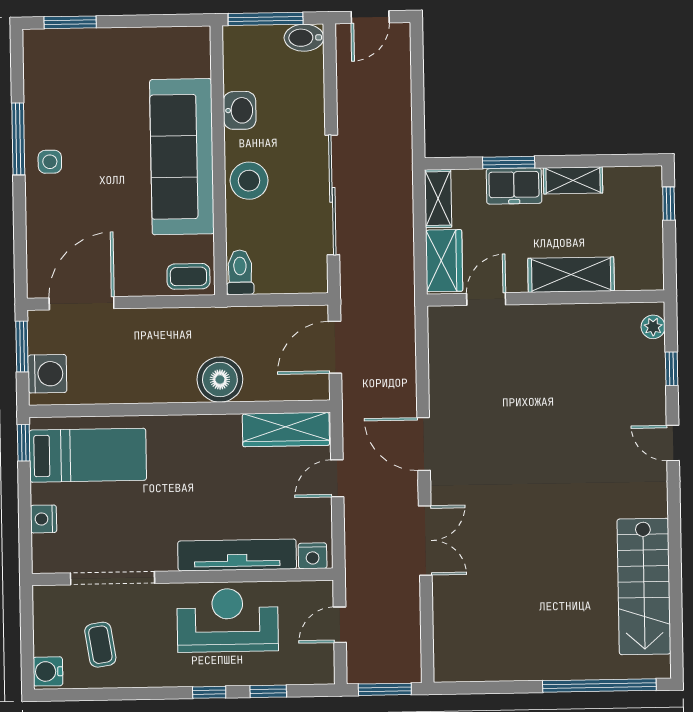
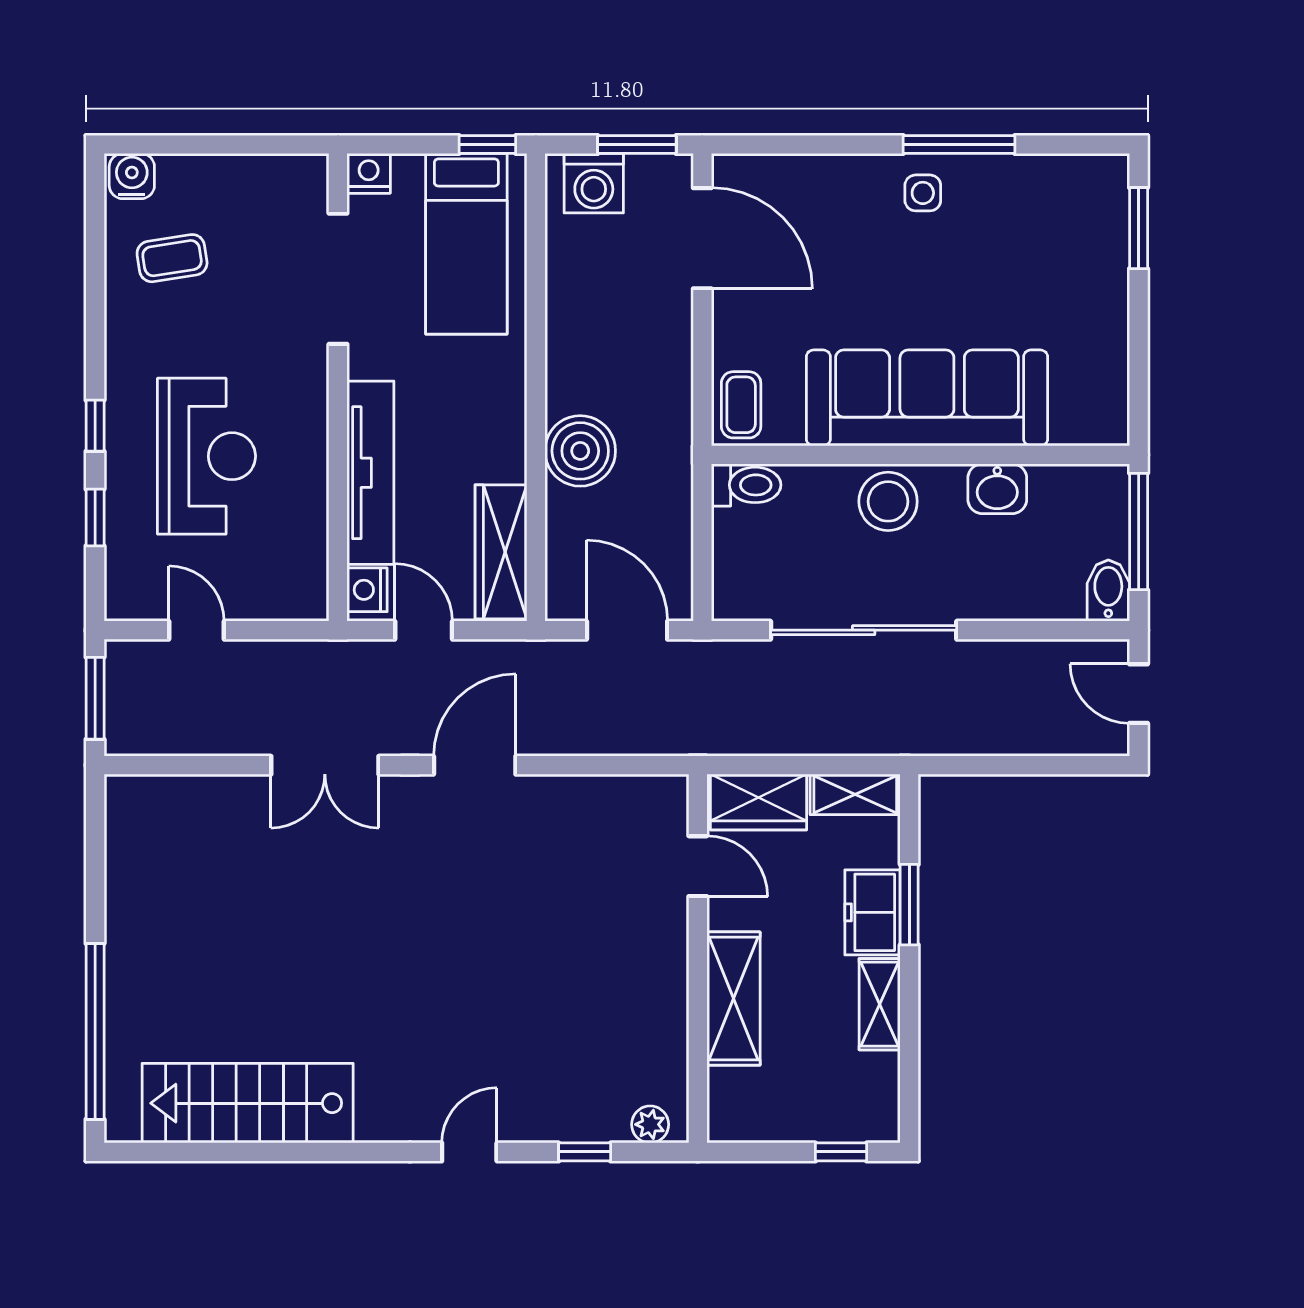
tv unit: (237, 555) -> (370, 473), moved
nightstand: (313, 556) -> (367, 590), moved
wall: (182, 577) -> (338, 387), moved
doorway: (112, 578) -> (338, 279), moved

